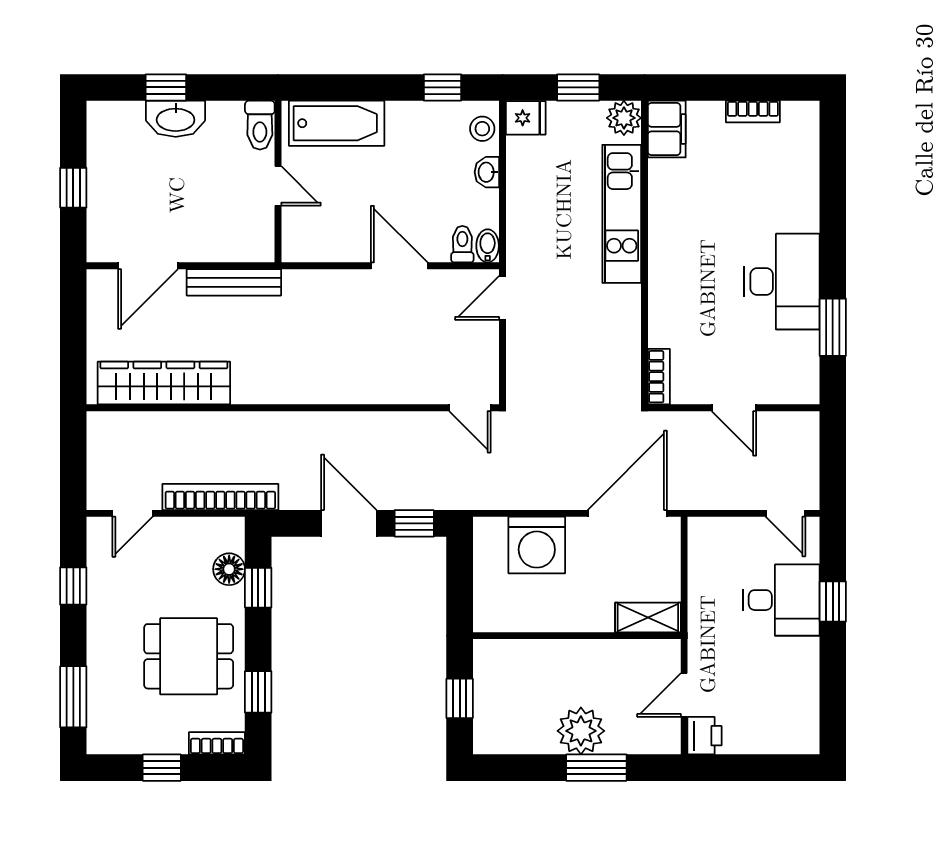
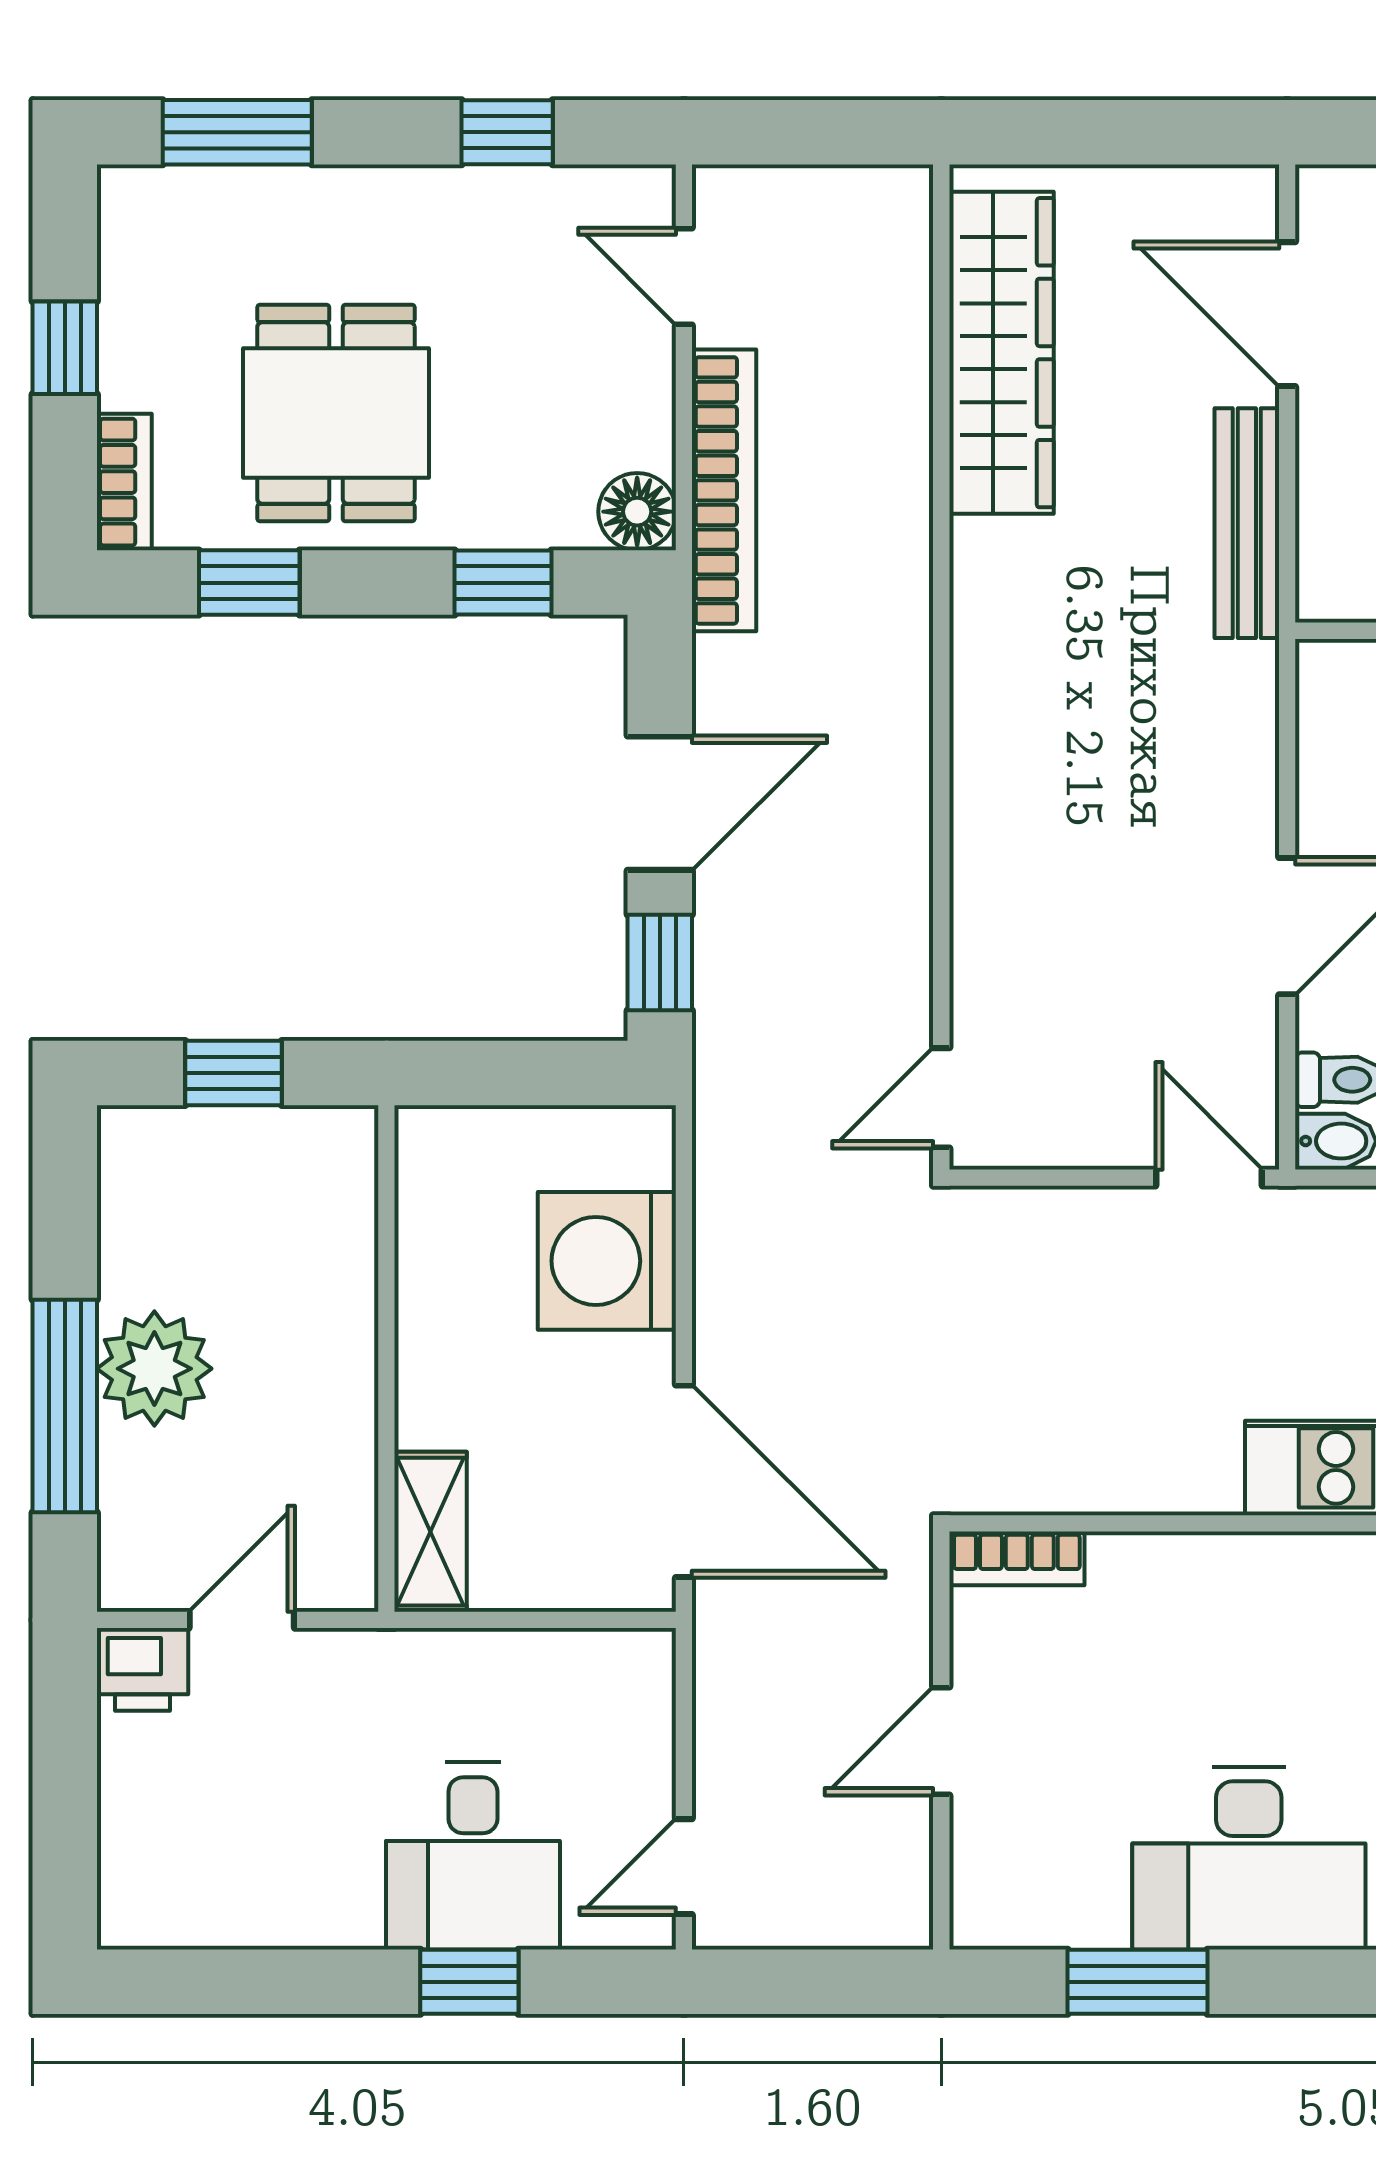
floor lamp: (229, 569) -> (637, 512), moved
door: (684, 695) -> (242, 1620), hinge flipped
window: (596, 768) -> (65, 1406), width x1.44

